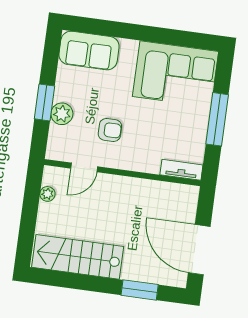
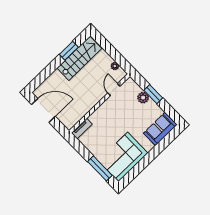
window: (217, 119) -> (100, 168), moved
armchair: (110, 130) -> (121, 112), removed
window: (140, 290) -> (69, 51), moved

